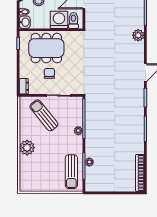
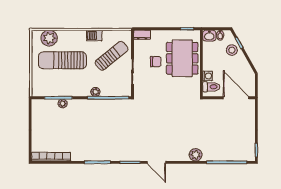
washing machine: (59, 20) -> (208, 76), width x0.53, depth x0.53
barbecue: (25, 132) -> (94, 36), added
plant: (27, 148) -> (49, 38), moved
sun lounger: (71, 172) -> (62, 60), moved, width x1.36, depth x1.34

